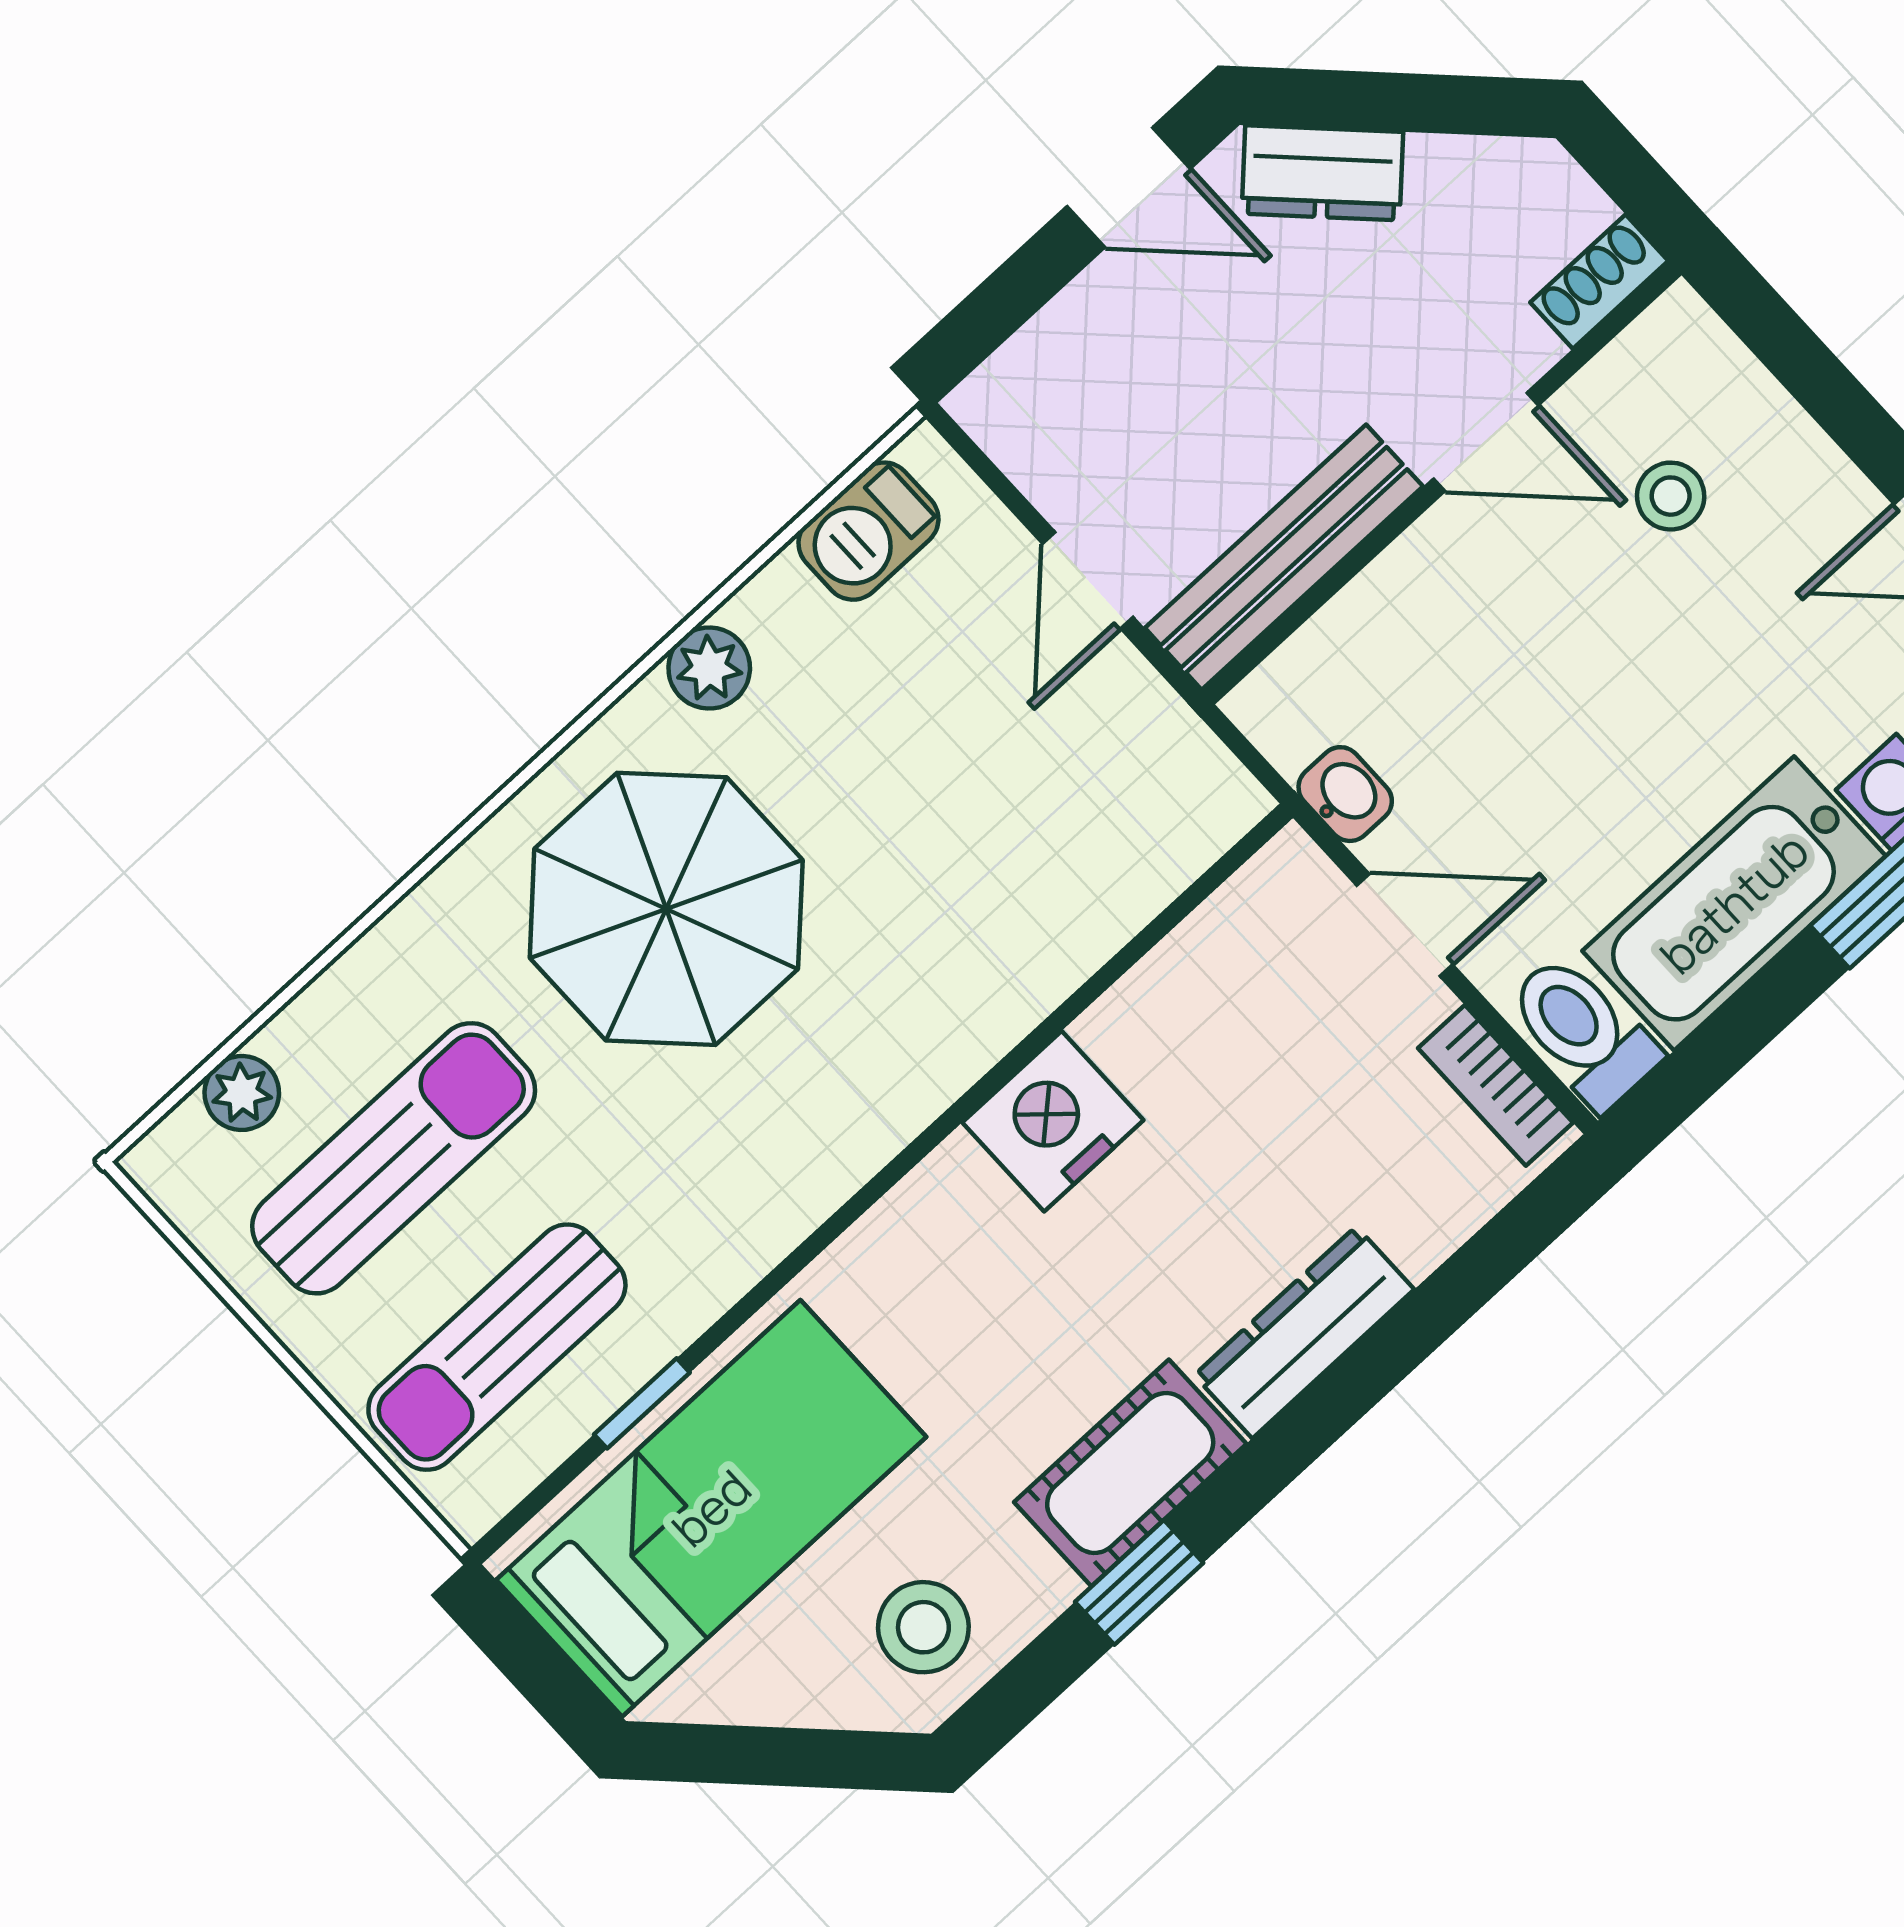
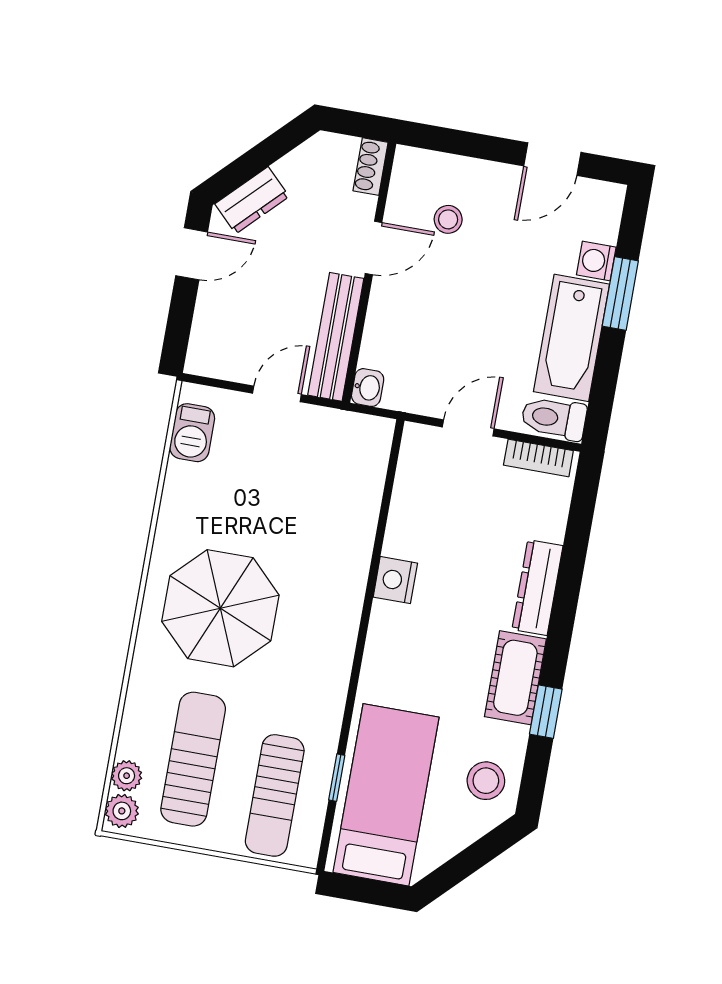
door: (1088, 580) -> (277, 394), swing flipped
plant: (709, 668) -> (122, 811), moved
washbasin: (1345, 794) -> (368, 388), moved, turned 90
nightstand: (1053, 1121) -> (395, 580), width x0.74, depth x0.75

